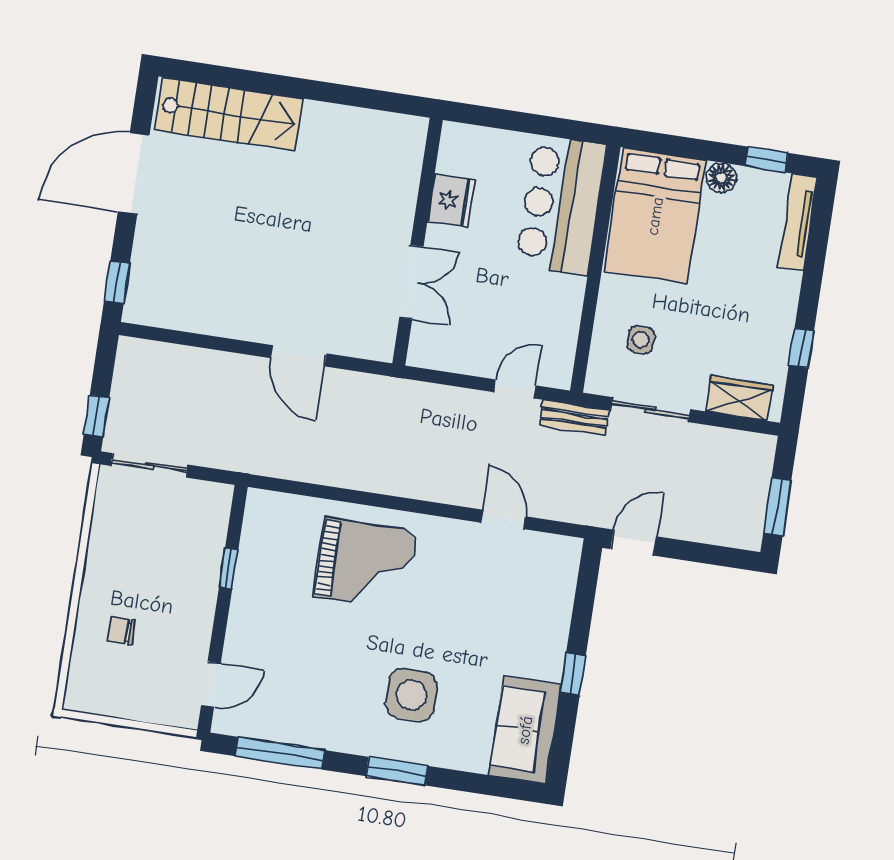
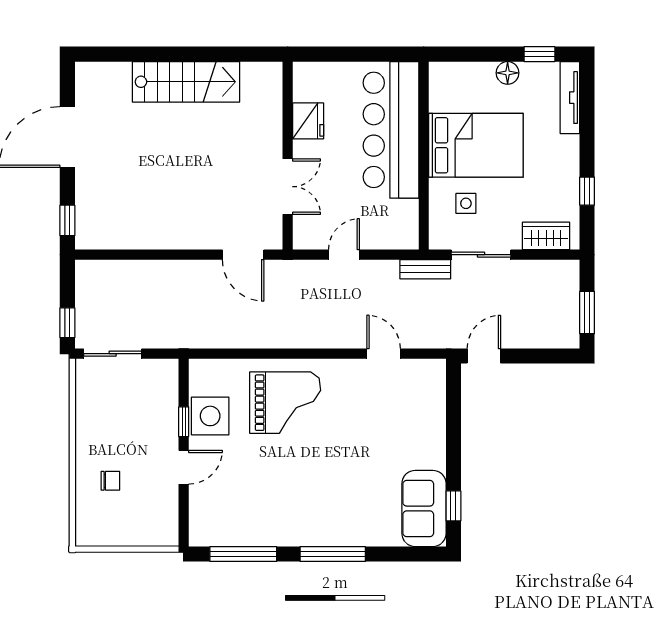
stairs: (229, 114) -> (186, 82), moved
bar counter: (561, 205) -> (391, 130), width x1.36
bed: (655, 216) -> (476, 145), moved, turned -90
door: (298, 356) -> (243, 255), moved
door: (515, 389) -> (344, 255), moved
chair: (121, 631) -> (110, 481), turned 180
window: (573, 674) -> (453, 506), moved
door: (211, 684) -> (184, 467), moved
side table: (411, 695) -> (210, 416), moved
window: (397, 771) -> (333, 554), width x1.44

